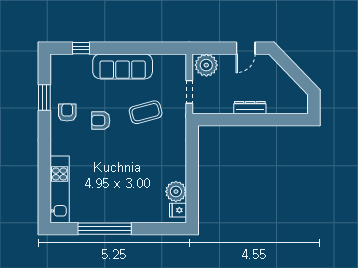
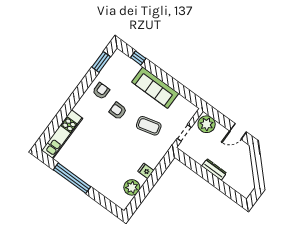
window: (44, 97) -> (101, 62), moved
fridge: (178, 210) -> (146, 171), moved

